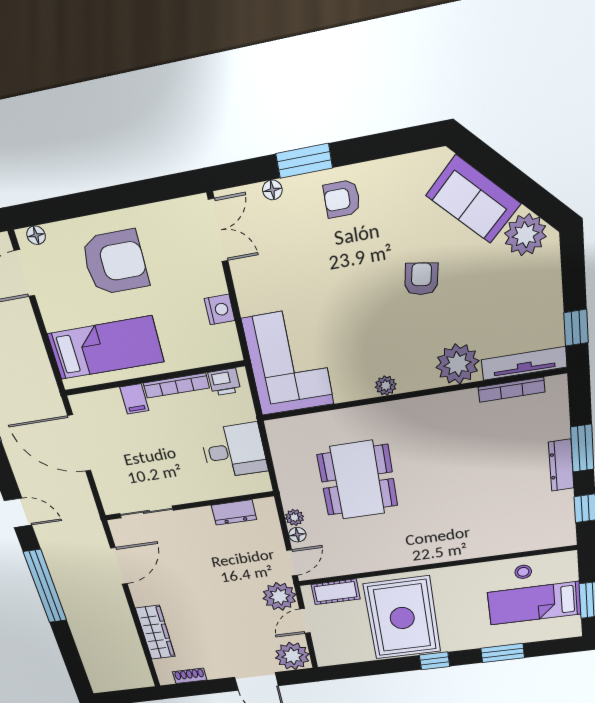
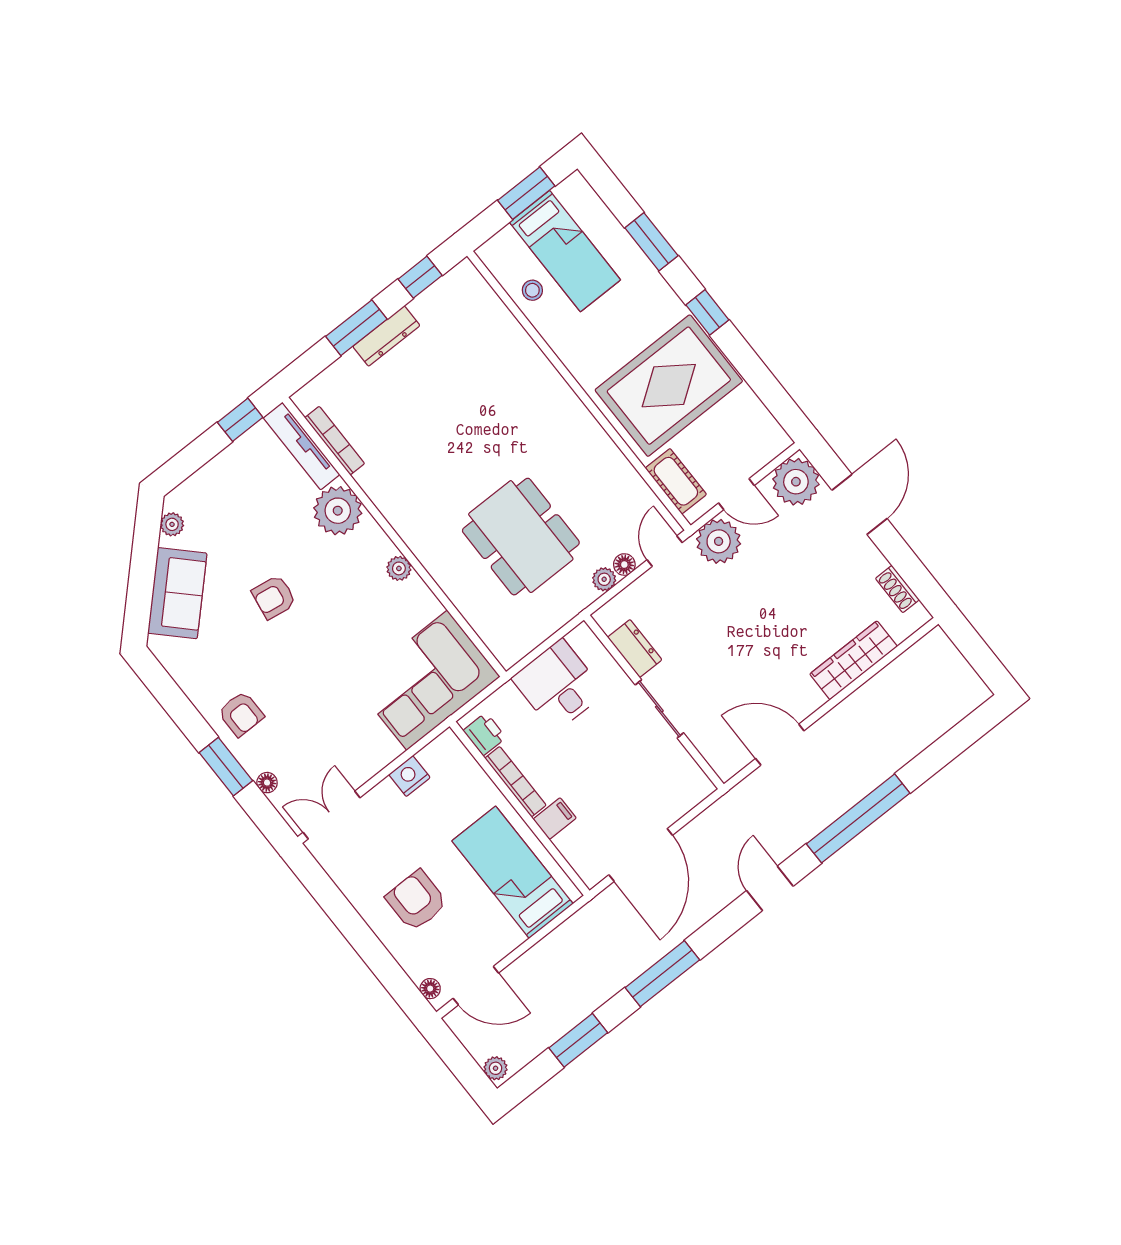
plant: (525, 235) -> (172, 524), width x0.53, depth x0.53
armchair: (115, 262) -> (416, 901), width x0.73, depth x0.73
dining table: (357, 480) -> (521, 537), turned 90
sliding door: (146, 512) -> (659, 709), moved
door: (292, 563) -> (665, 551), hinge flipped

